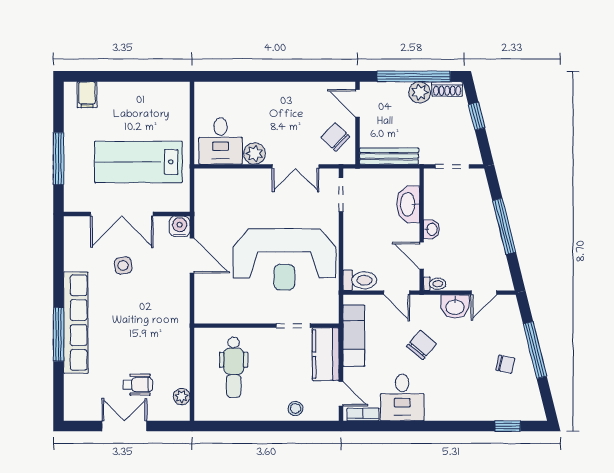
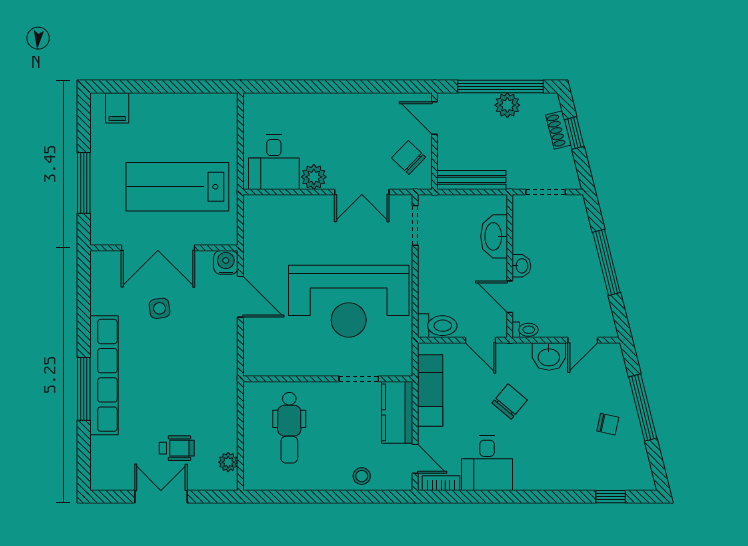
shoe rack: (447, 89) -> (558, 130), moved, turned 76

